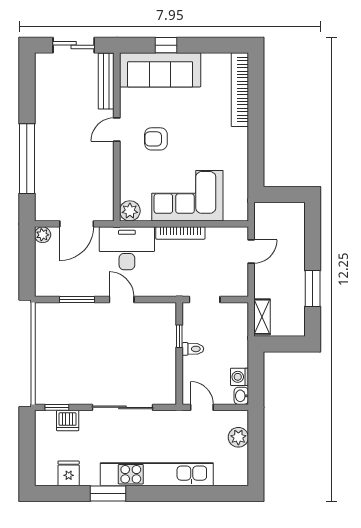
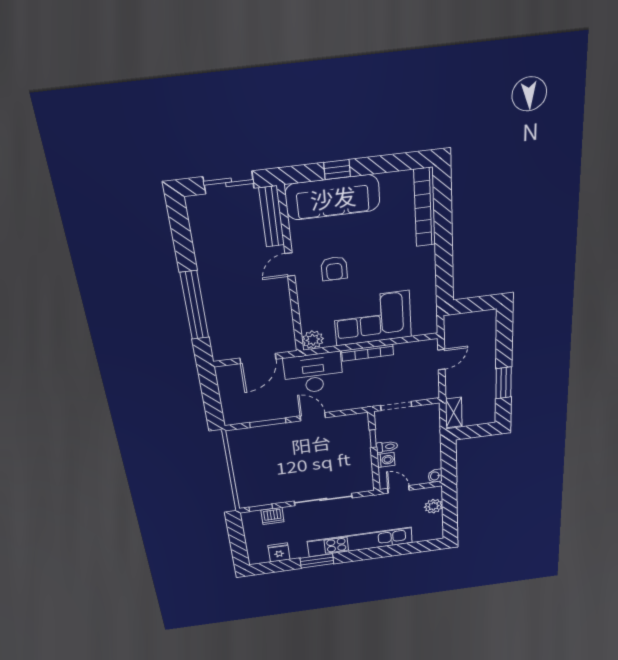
armchair: (156, 139) -> (334, 269), turned -90
plant: (43, 235) -> (224, 373), removed
washing machine: (239, 377) -> (386, 460), moved, turned 180

